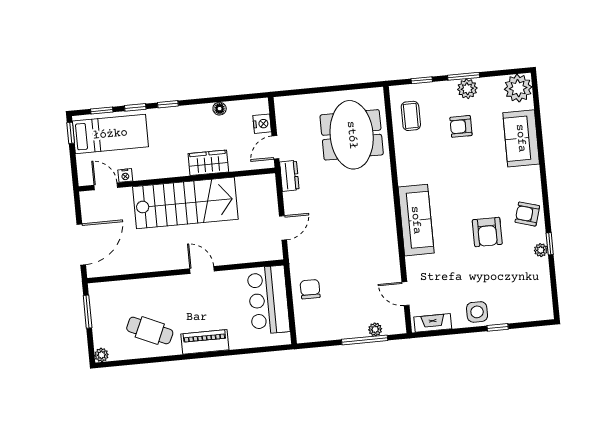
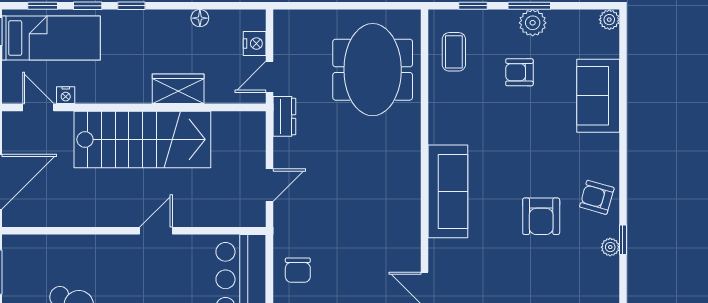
plant: (518, 88) -> (609, 20), width x0.53, depth x0.53
door: (202, 270) -> (156, 231), hinge flipped
chair: (310, 289) -> (298, 270), turned 180

